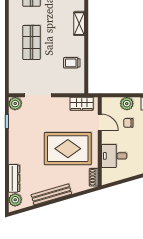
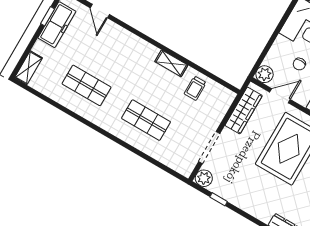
shelving: (79, 24) -> (171, 63), moved
wardrobe: (82, 104) -> (244, 110), width x1.50
plant: (127, 104) -> (265, 74), moved

